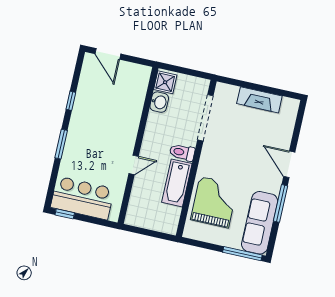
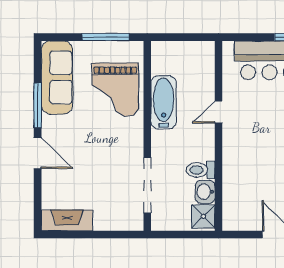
fireplace: (259, 100) -> (67, 220), moved
toilet: (182, 152) -> (200, 170), moved, turned 180
window: (242, 254) -> (106, 37), moved

